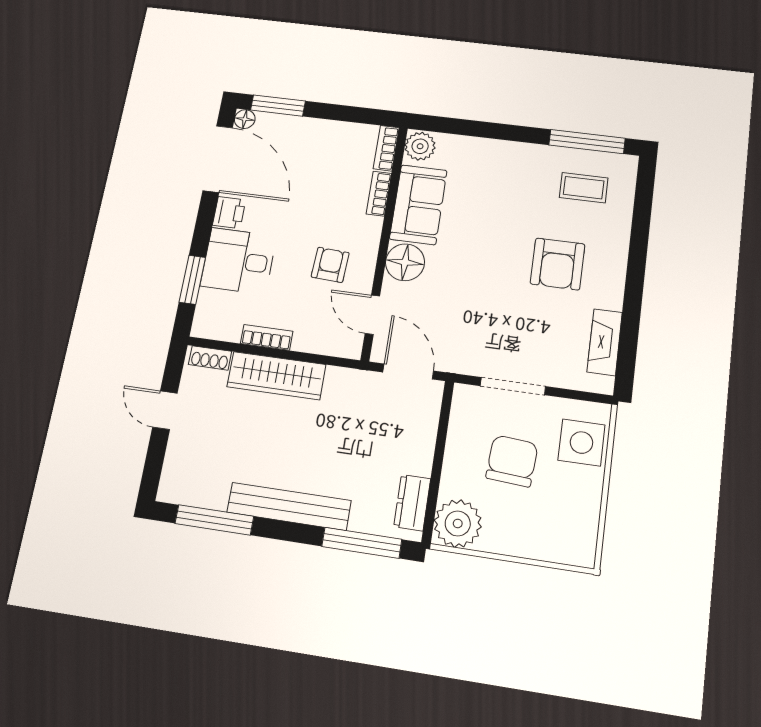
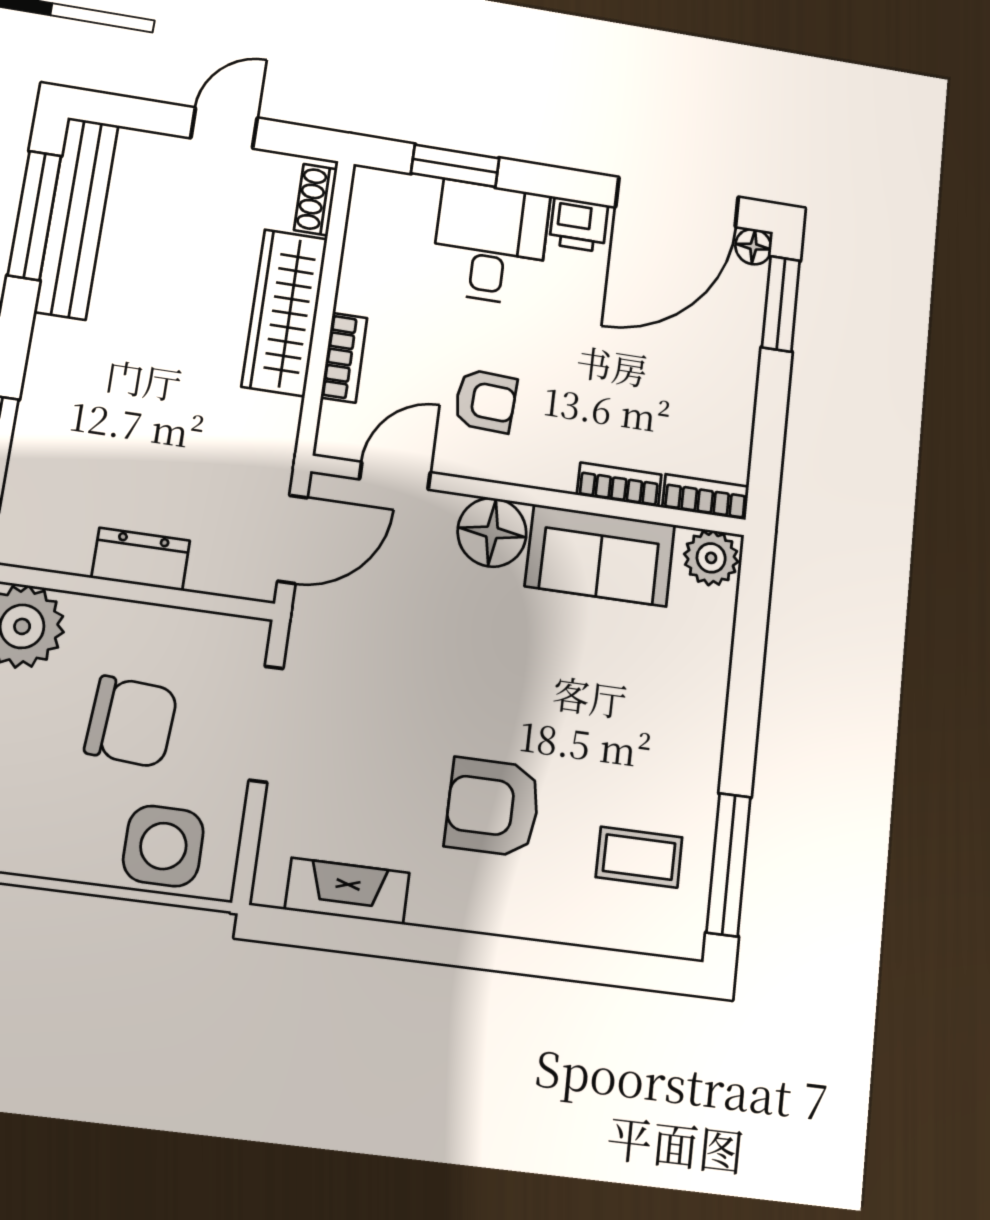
coffee table: (584, 188) -> (639, 857), turned 90
bookcase: (267, 337) -> (344, 358), moved
dresser: (412, 503) -> (141, 559), moved
bench: (289, 506) -> (77, 218), moved

